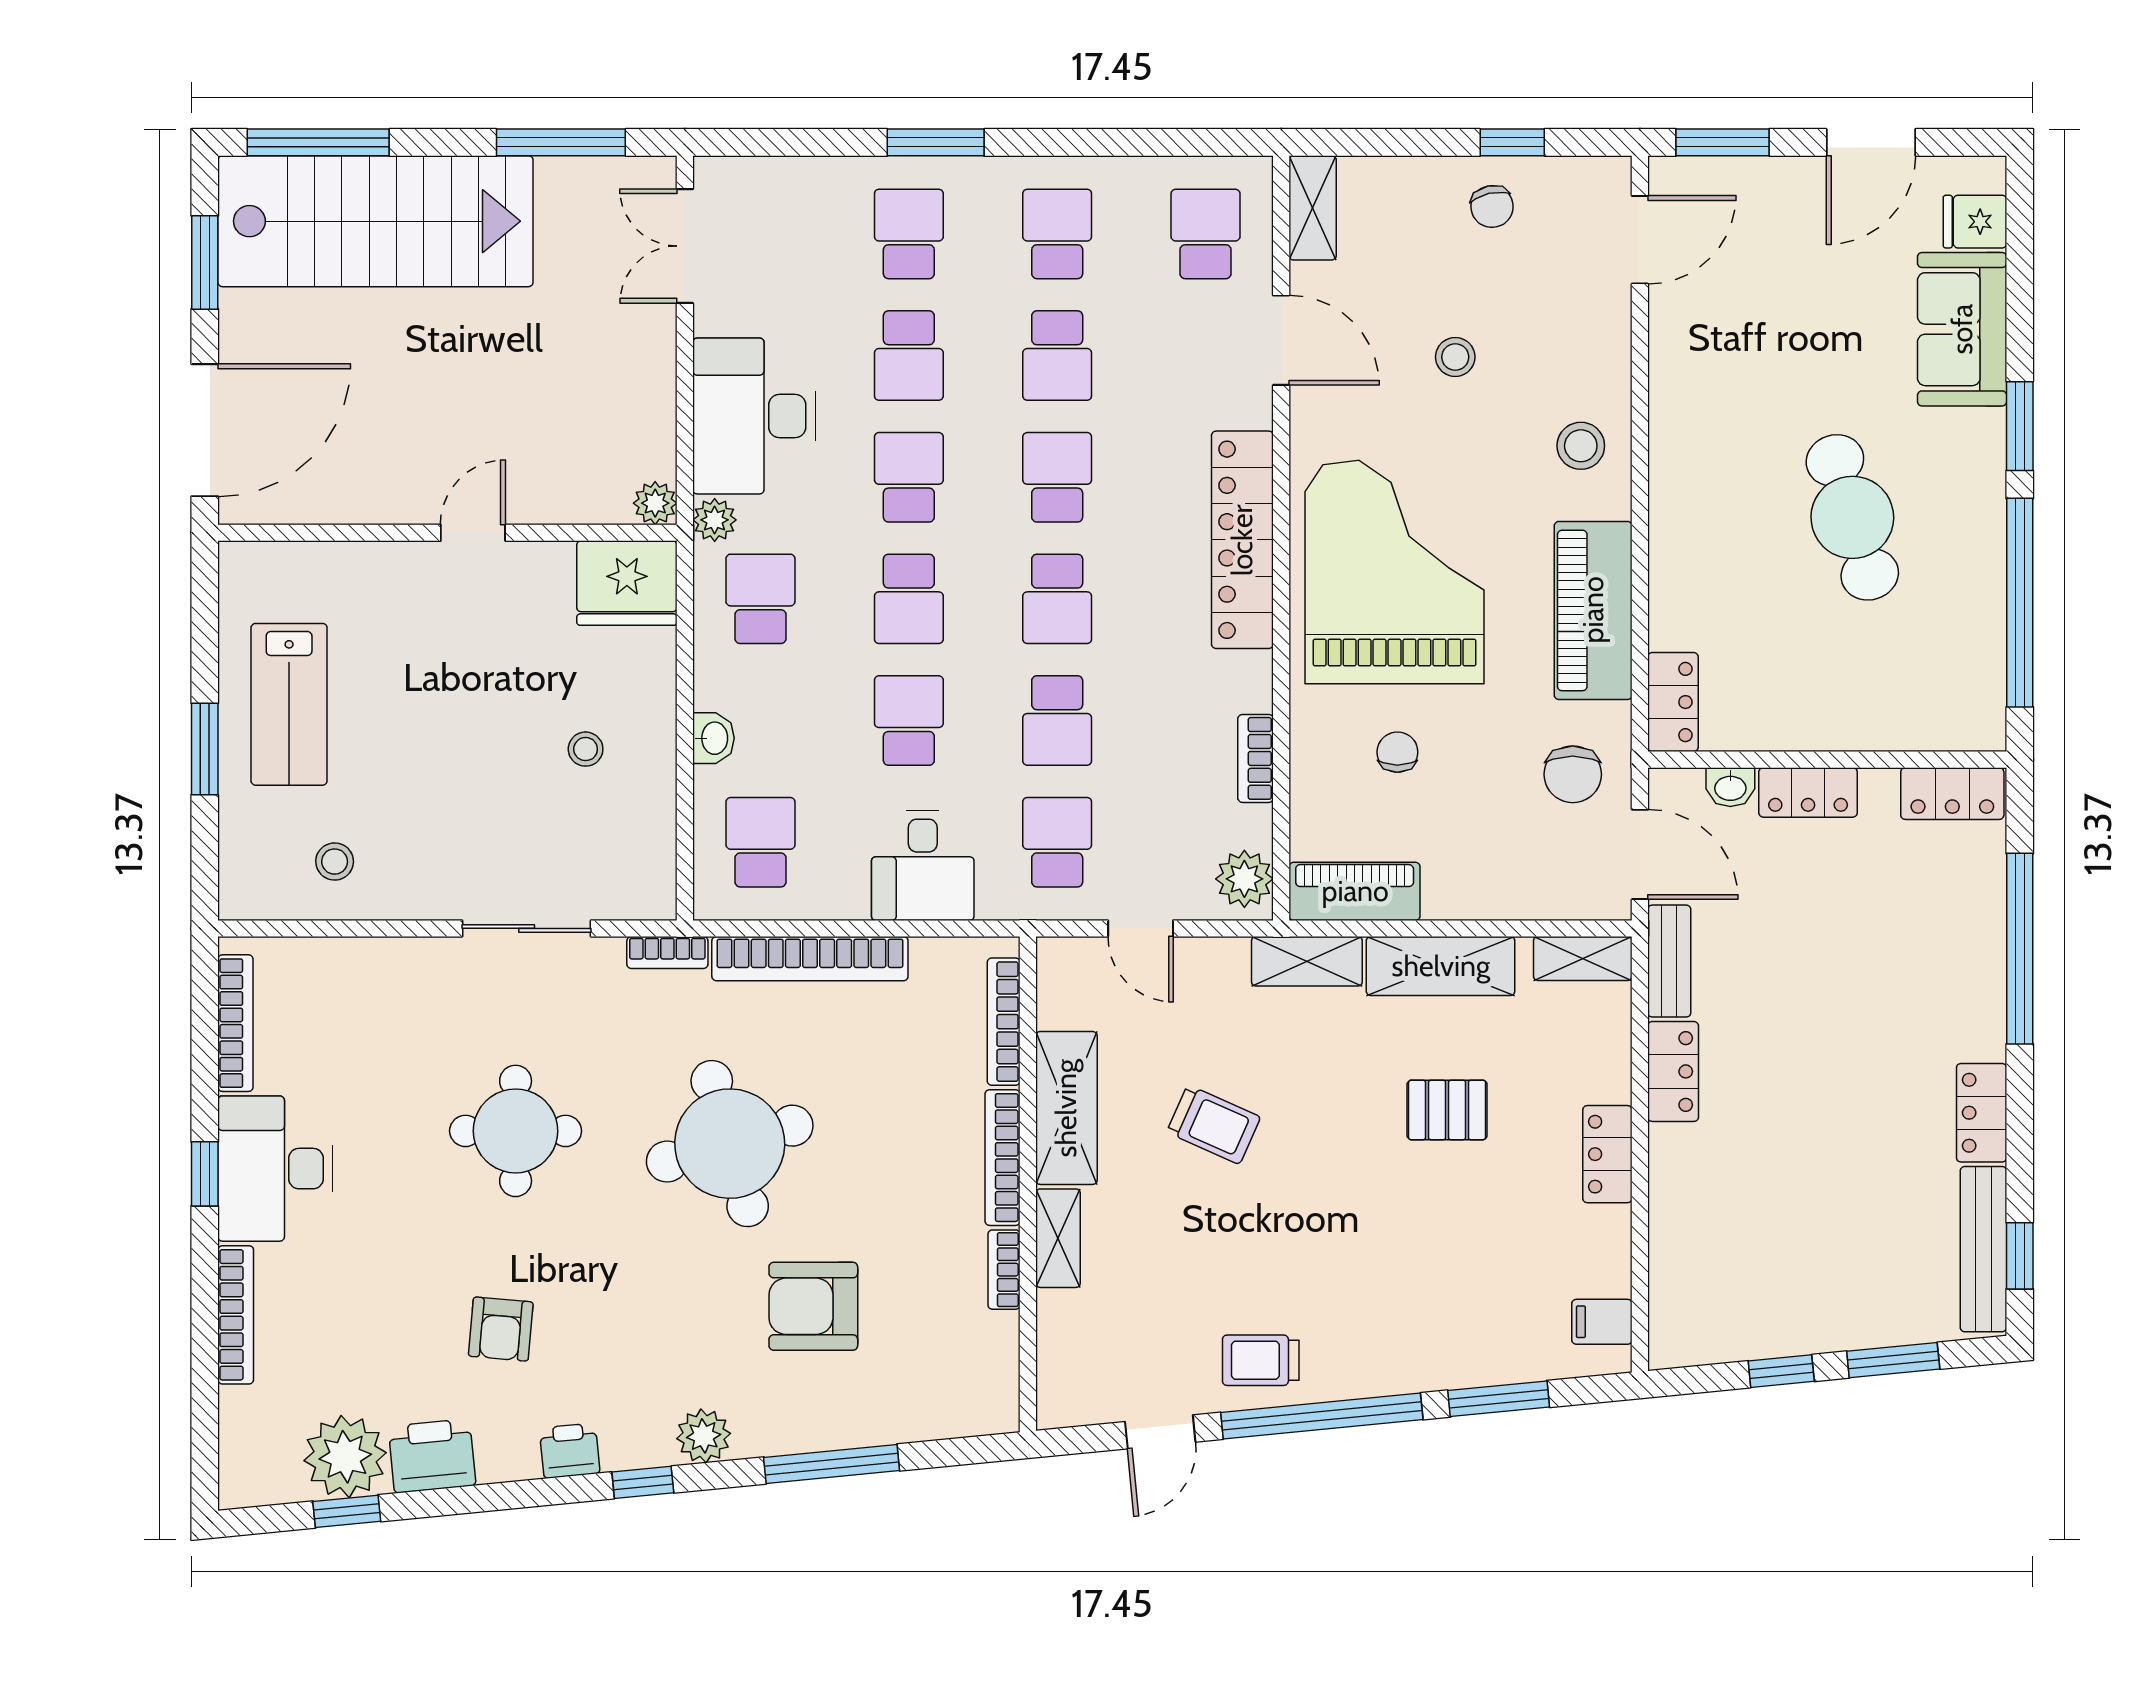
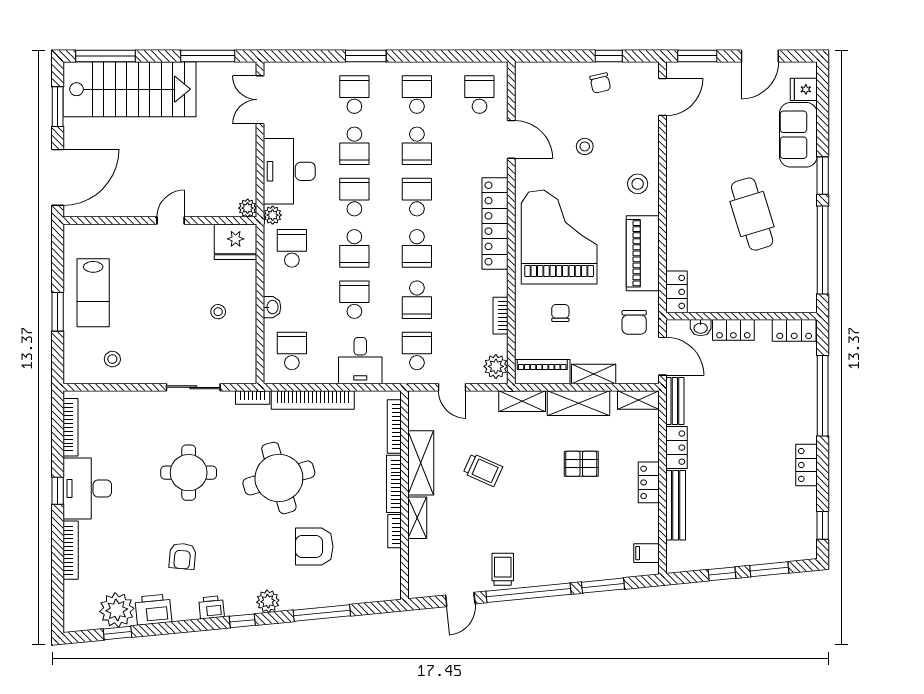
shelving: (1313, 208) -> (594, 374), moved, turned 90
bench: (1983, 1249) -> (676, 505), moved
trolley: (1261, 1360) -> (503, 569), turned 90

